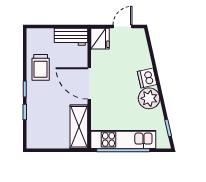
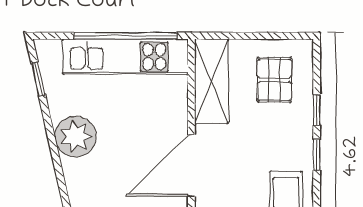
dishwasher: (147, 78) -> (79, 176), removed
door: (89, 83) -> (191, 166), swing flipped
pallet: (47, 128) -> (274, 80), added

